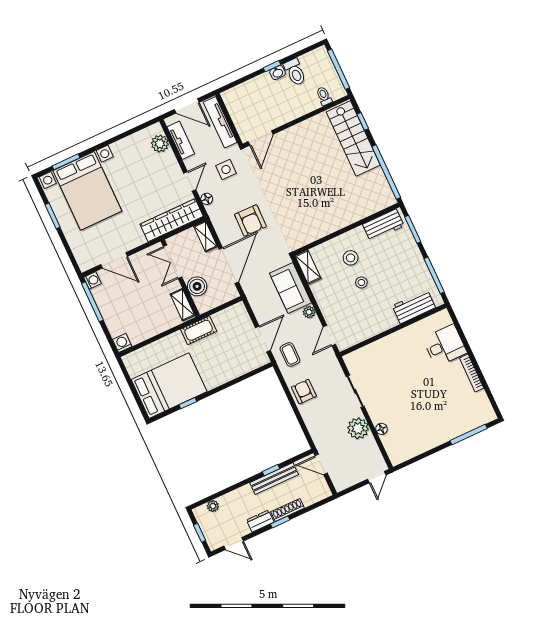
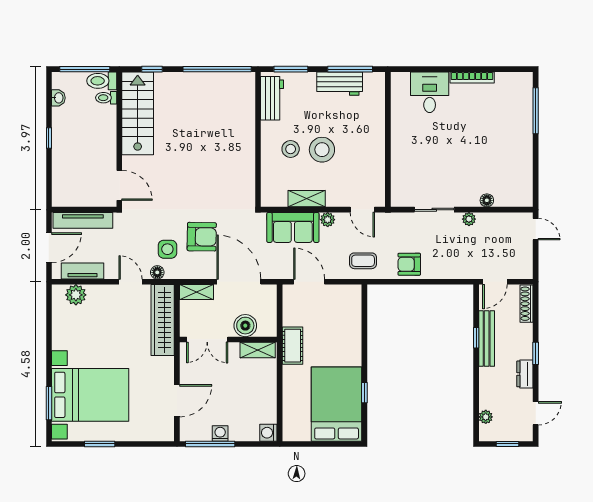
toilet: (295, 72) -> (102, 81), moved, turned 180
washbasin: (277, 73) -> (58, 98), moved
stairs: (353, 138) -> (138, 113), moved, turned -90
side table: (226, 170) -> (167, 249), moved
shelving: (308, 267) -> (307, 199), moved
washing machine: (92, 280) -> (220, 433), moved
stool: (361, 282) -> (322, 150), width x1.89, depth x1.89
workbench: (414, 307) -> (340, 84), moved, turned -90
door: (263, 339) -> (309, 282), moved
plant: (358, 428) -> (469, 219), width x0.53, depth x0.53
shoe rack: (288, 510) -> (527, 304), moved

